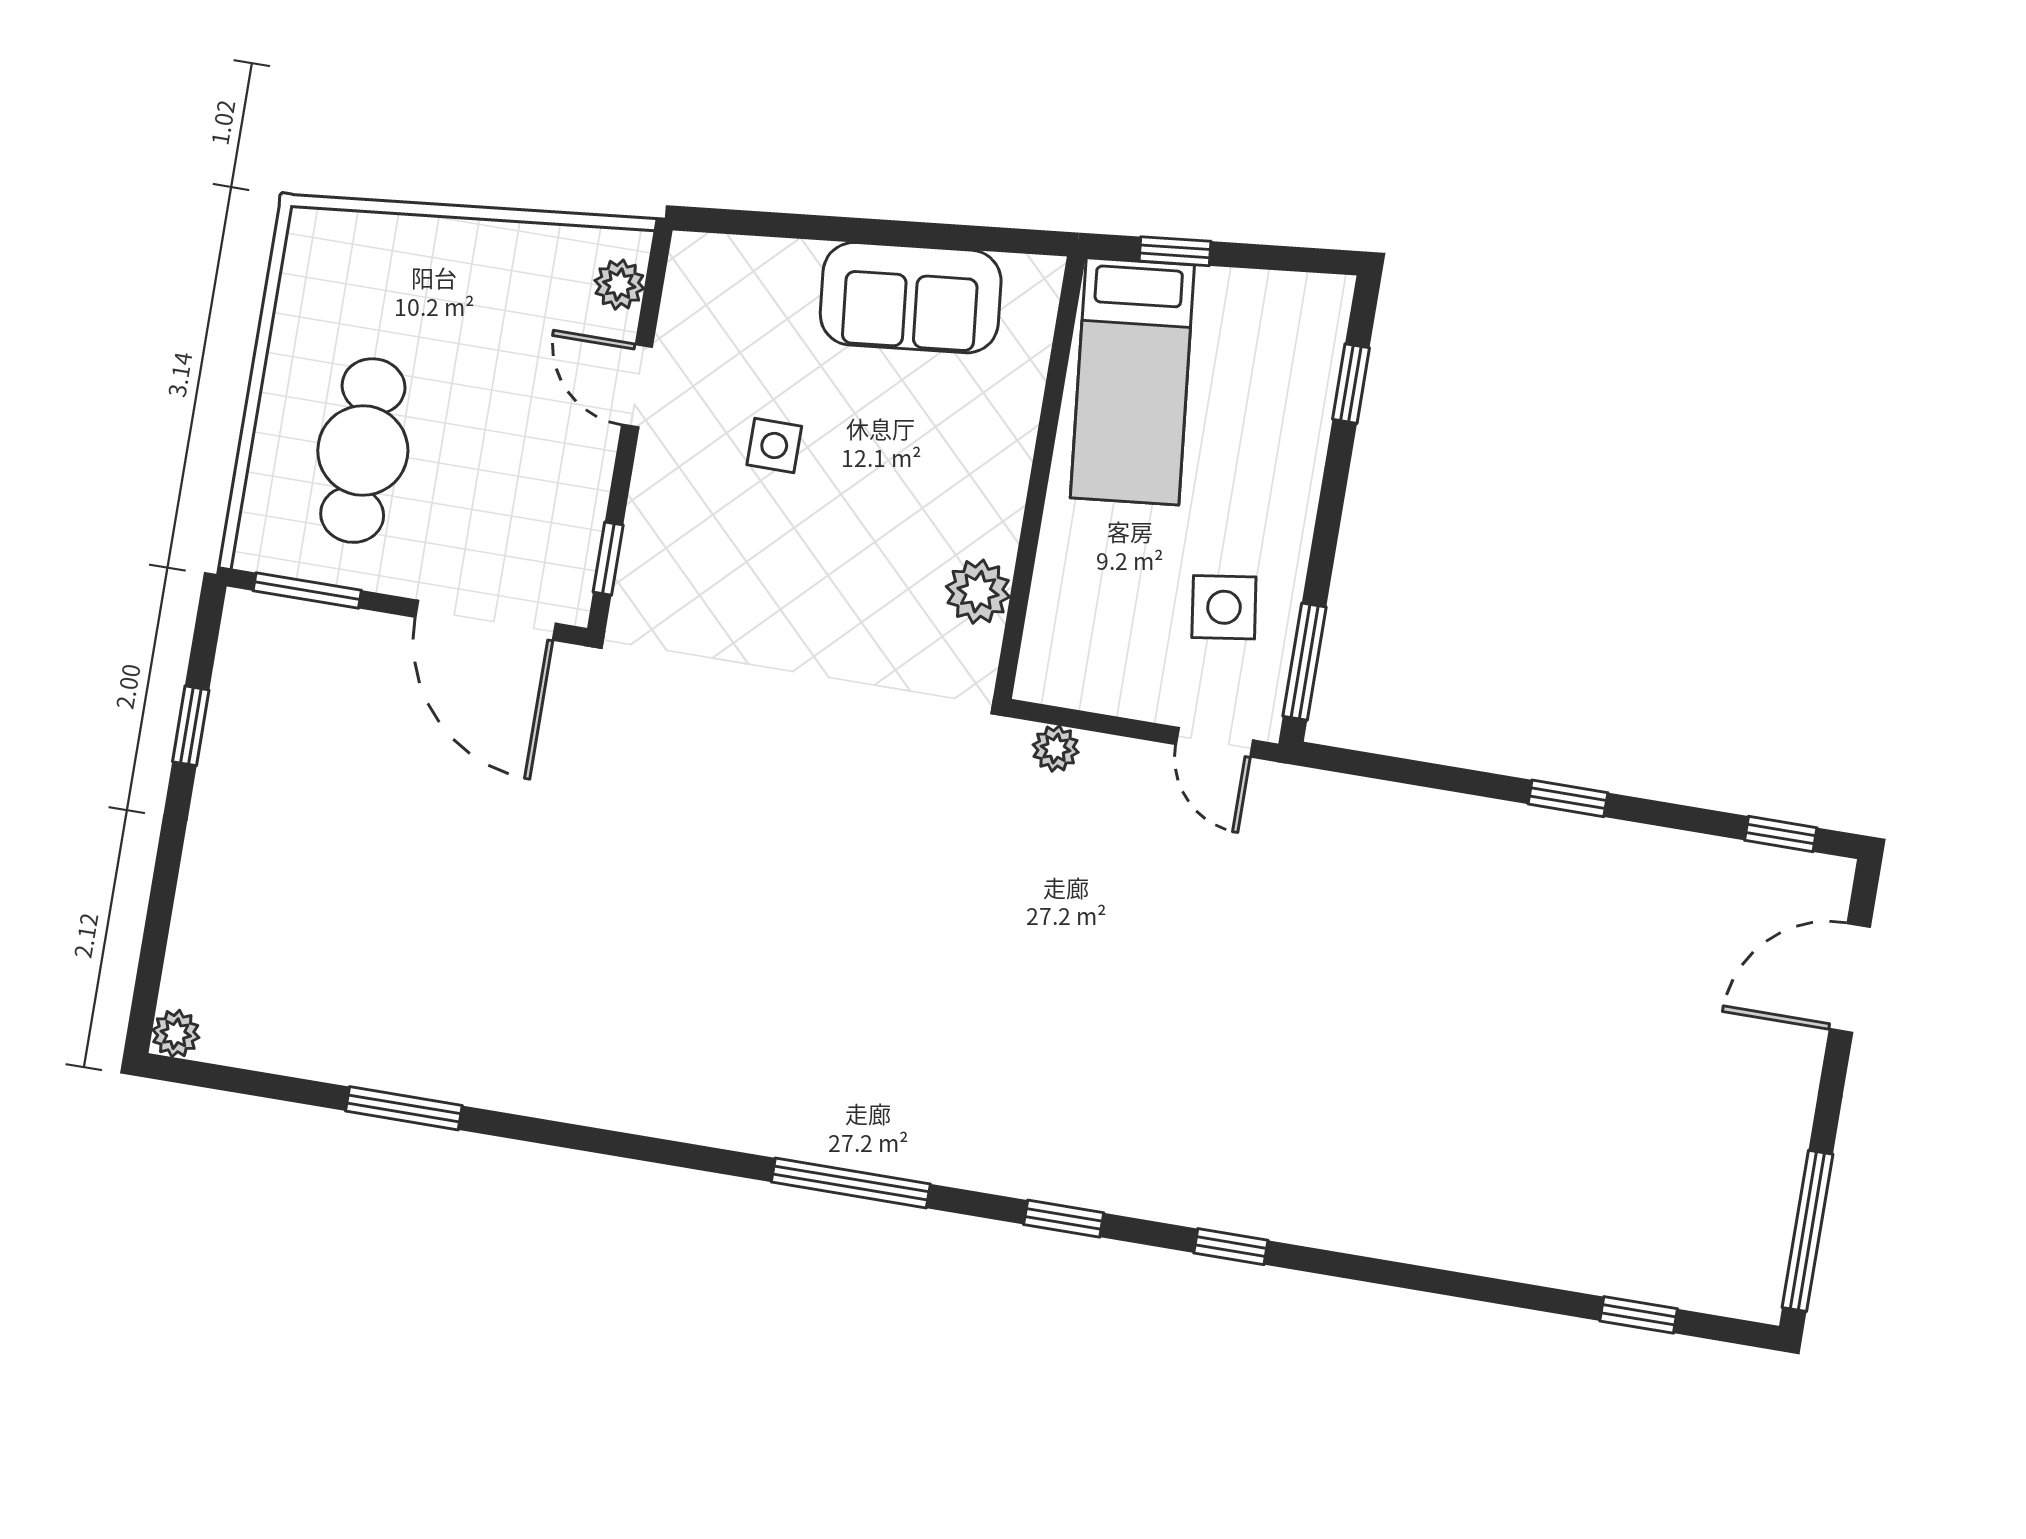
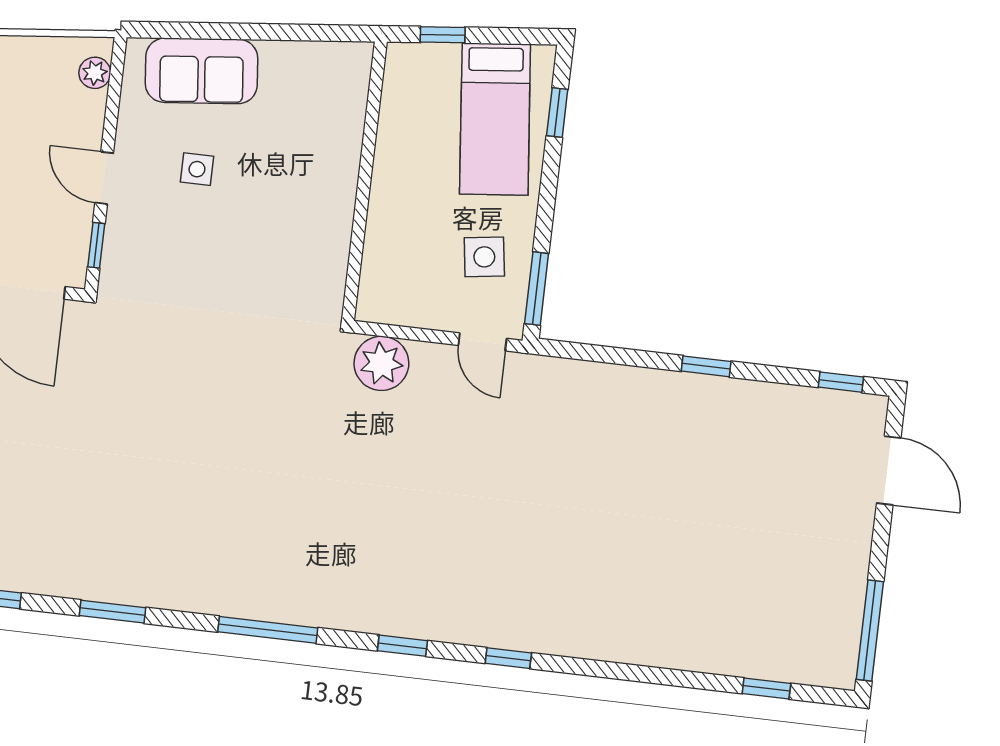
sofa: (911, 298) -> (202, 71), moved
bed: (1132, 381) -> (495, 119), moved
door: (637, 386) -> (104, 178), moved
plant: (978, 592) -> (329, 255), removed
plant: (1056, 748) -> (381, 363), width x1.88, depth x1.88
door: (1850, 978) -> (889, 470), swing flipped
window: (606, 1142) -> (113, 612), added

